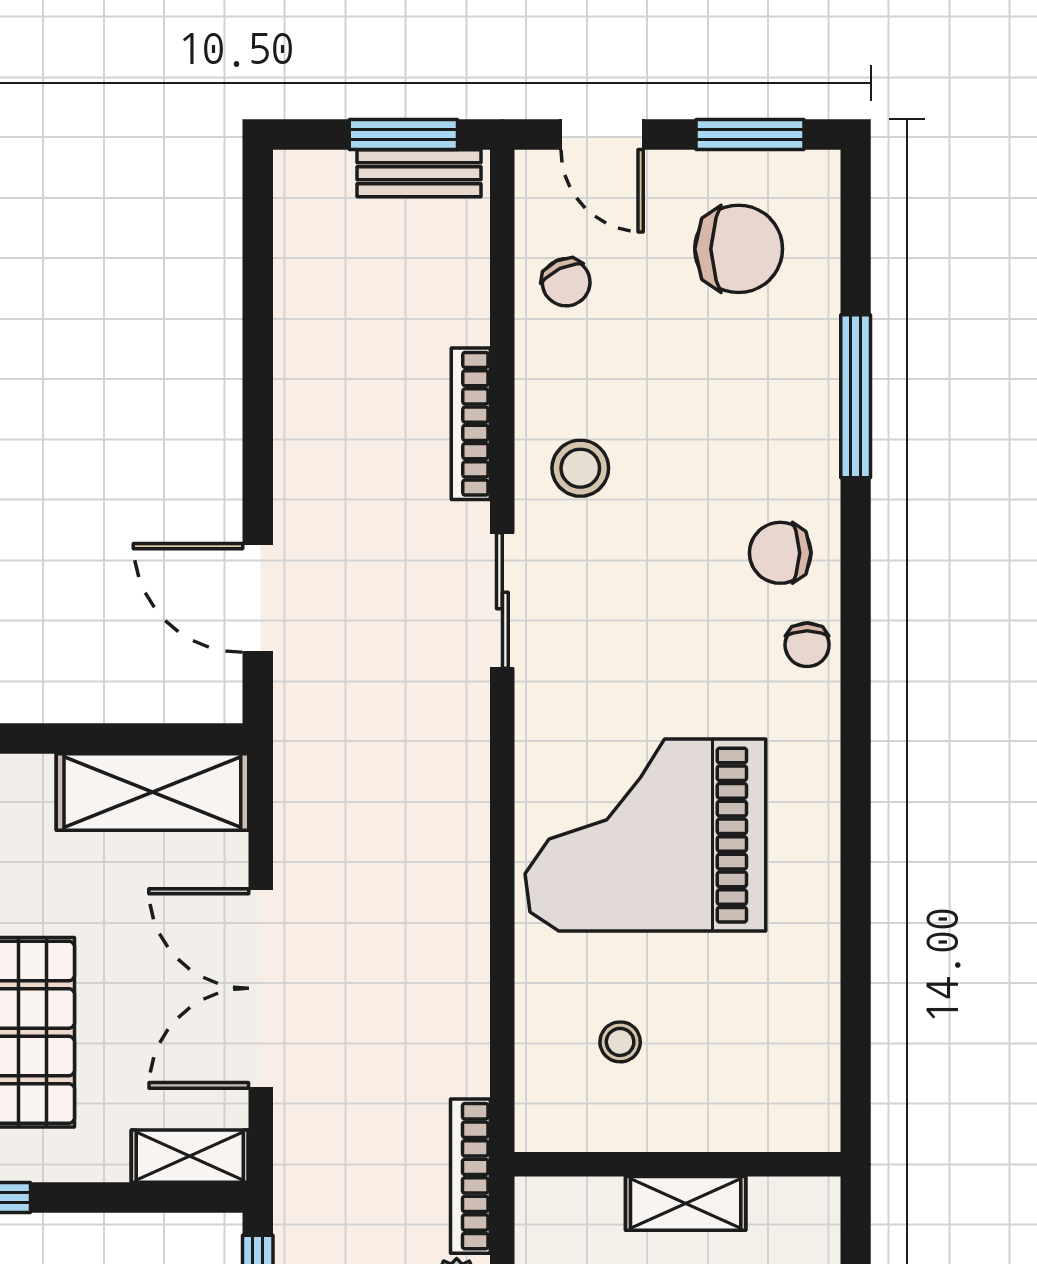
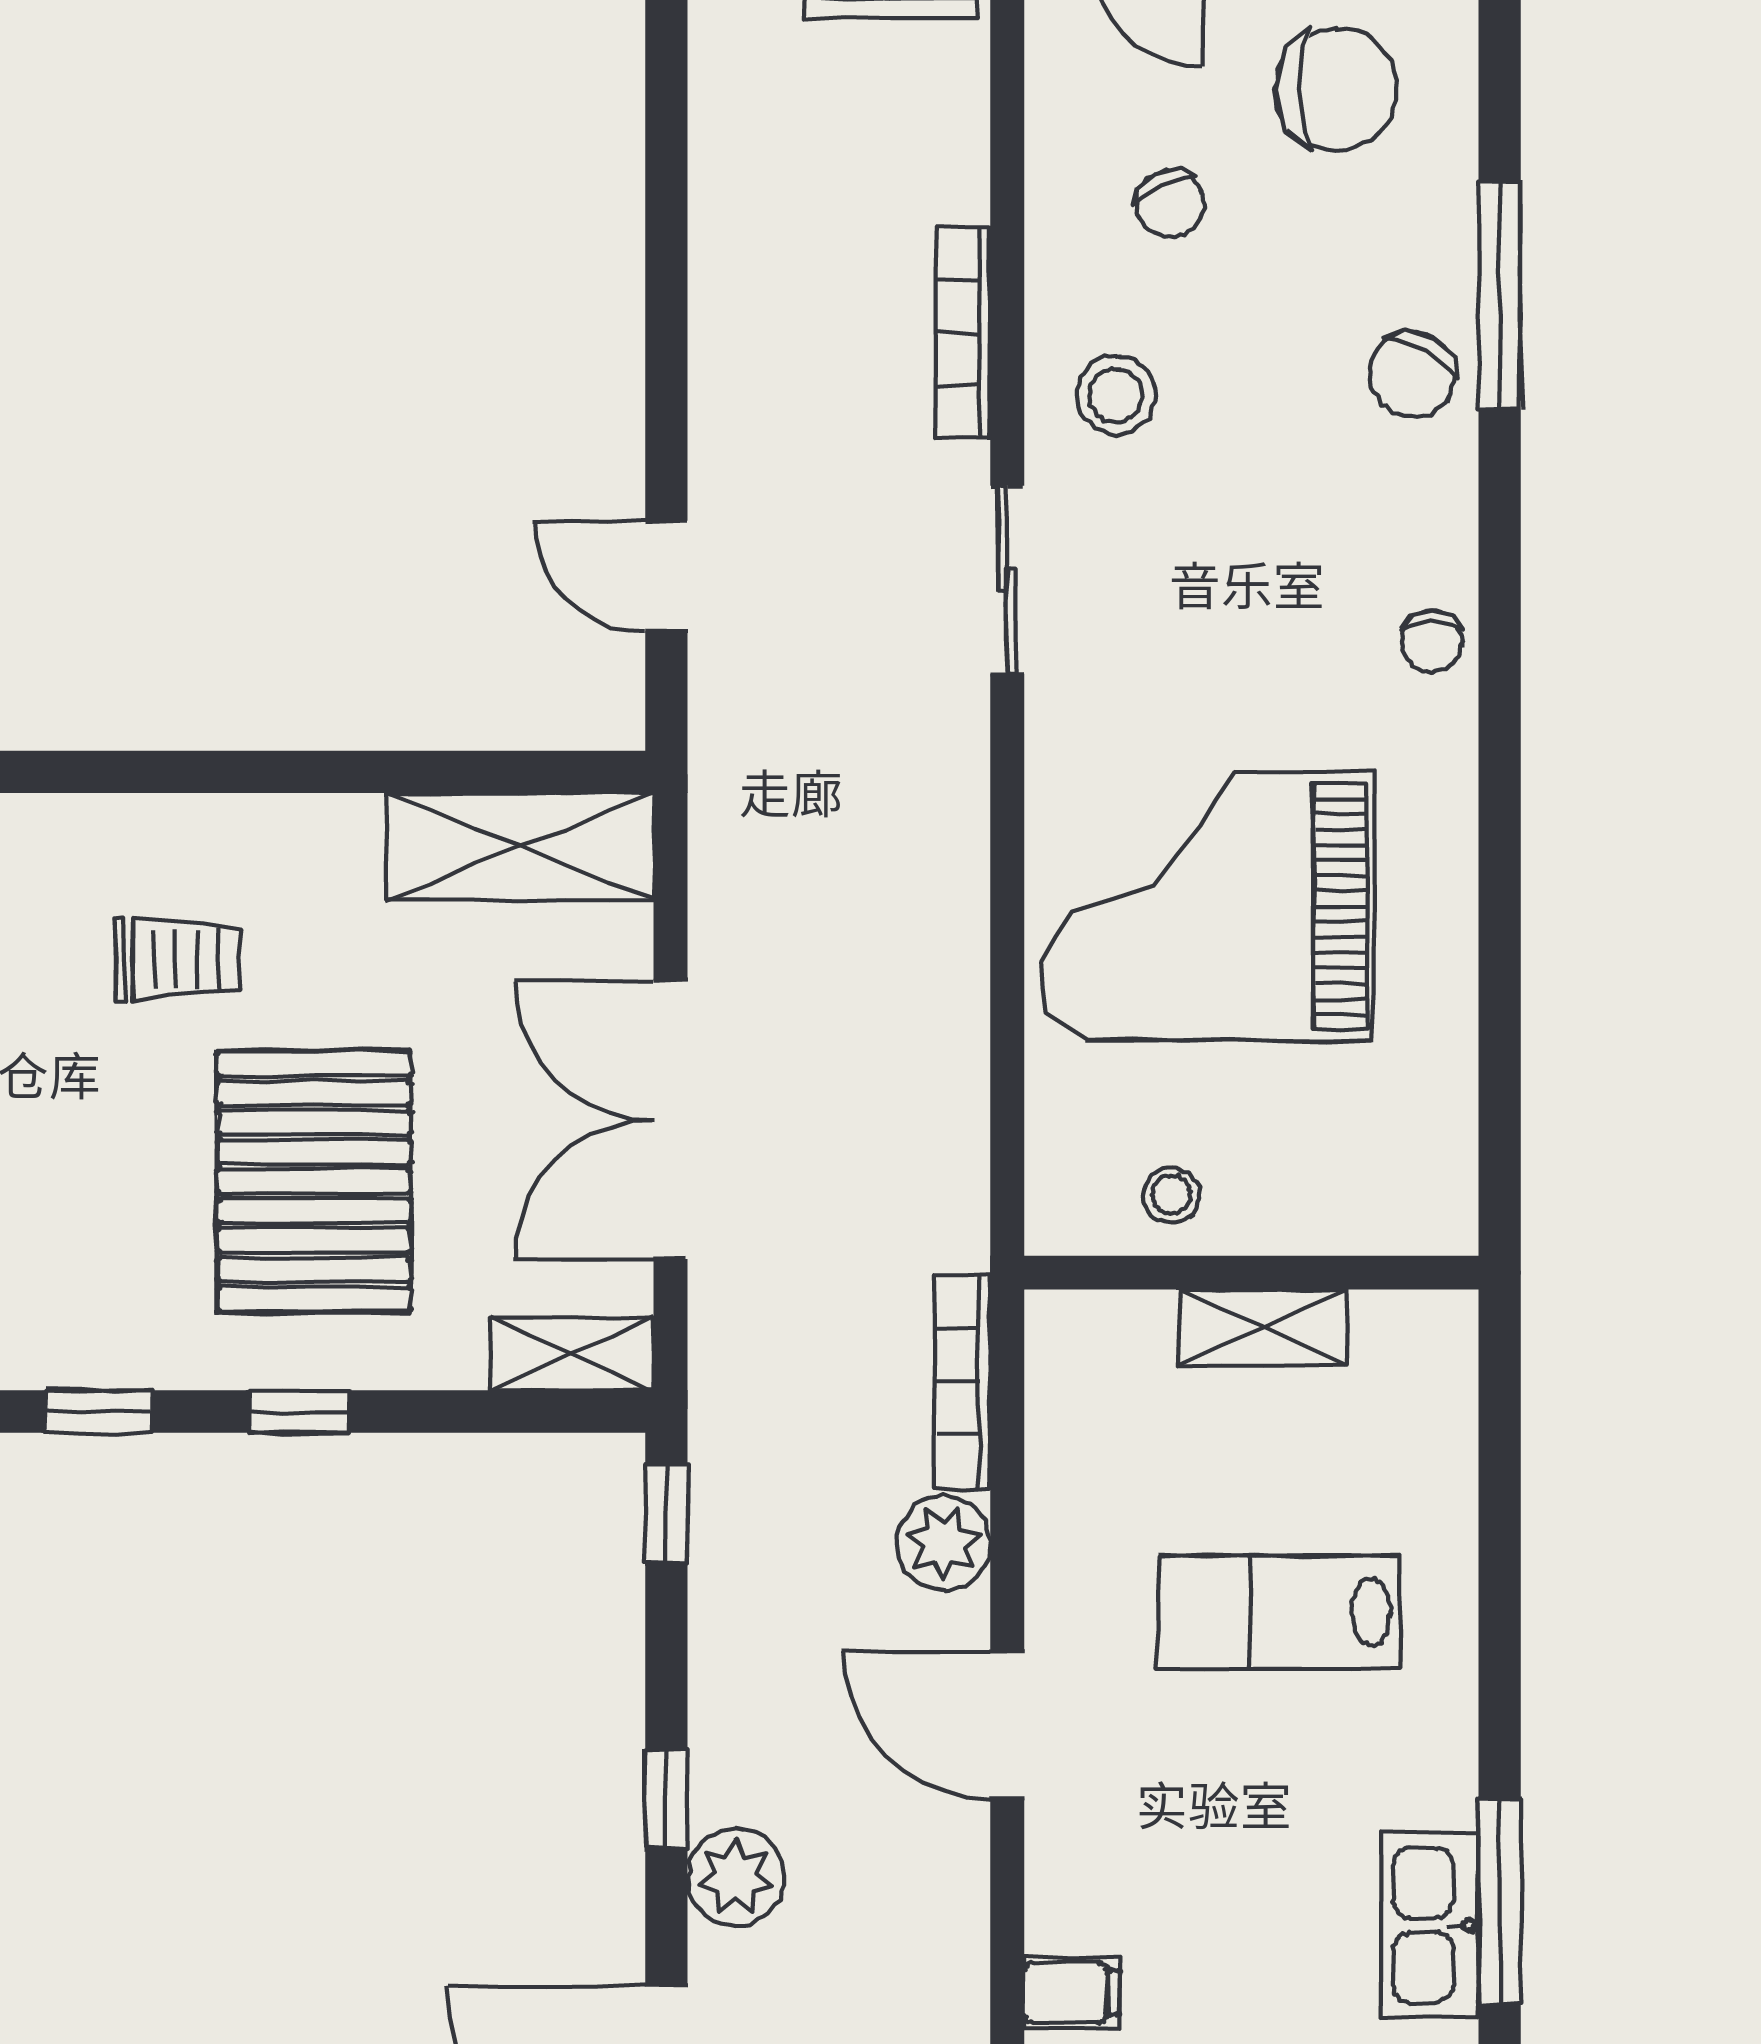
chair: (566, 282) -> (1171, 204), moved
chair: (780, 553) -> (1412, 375), moved, turned -61
door: (258, 598) -> (666, 576), width x0.73
wall: (677, 1164) -> (1251, 1273), moved
shelving: (686, 1203) -> (1263, 1327), moved

